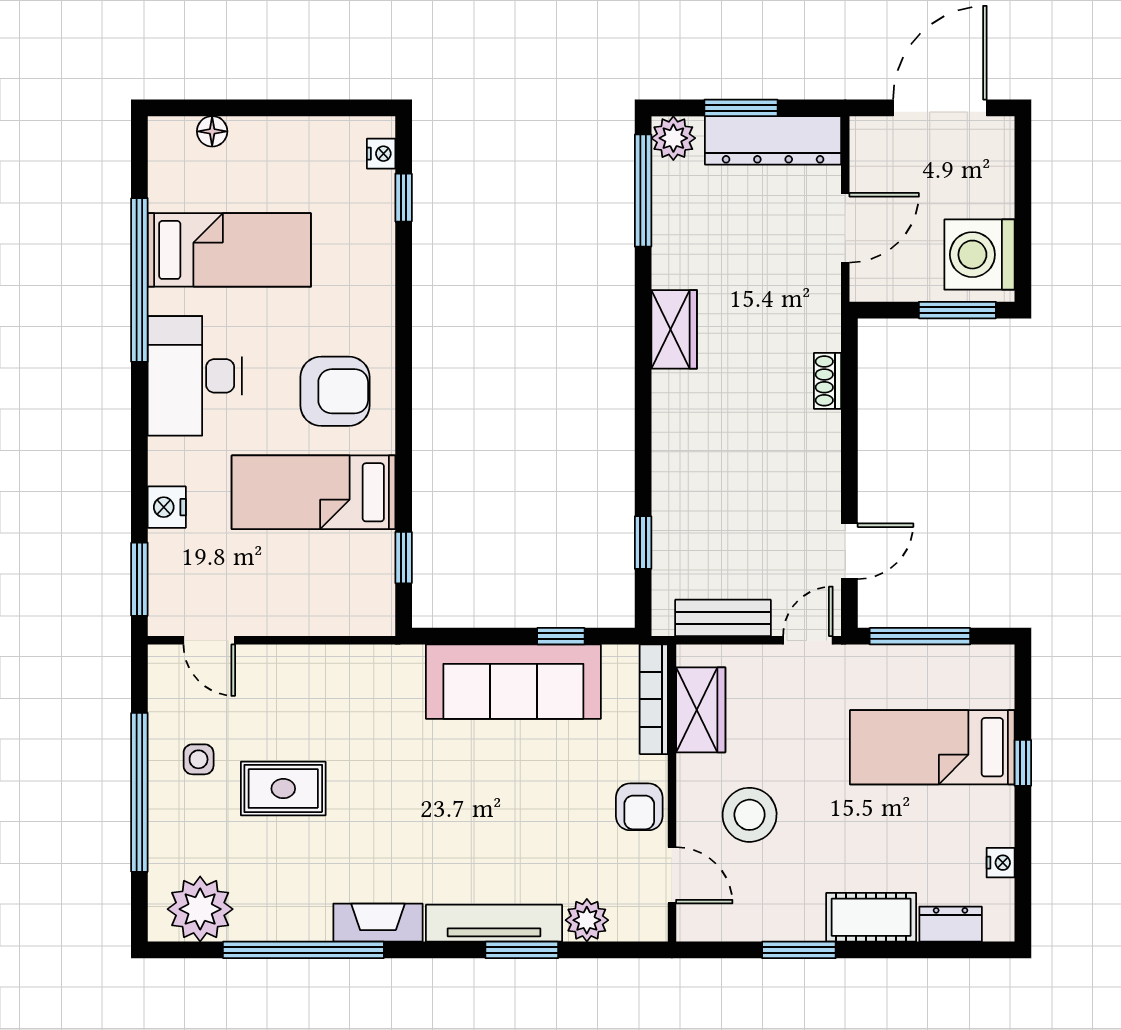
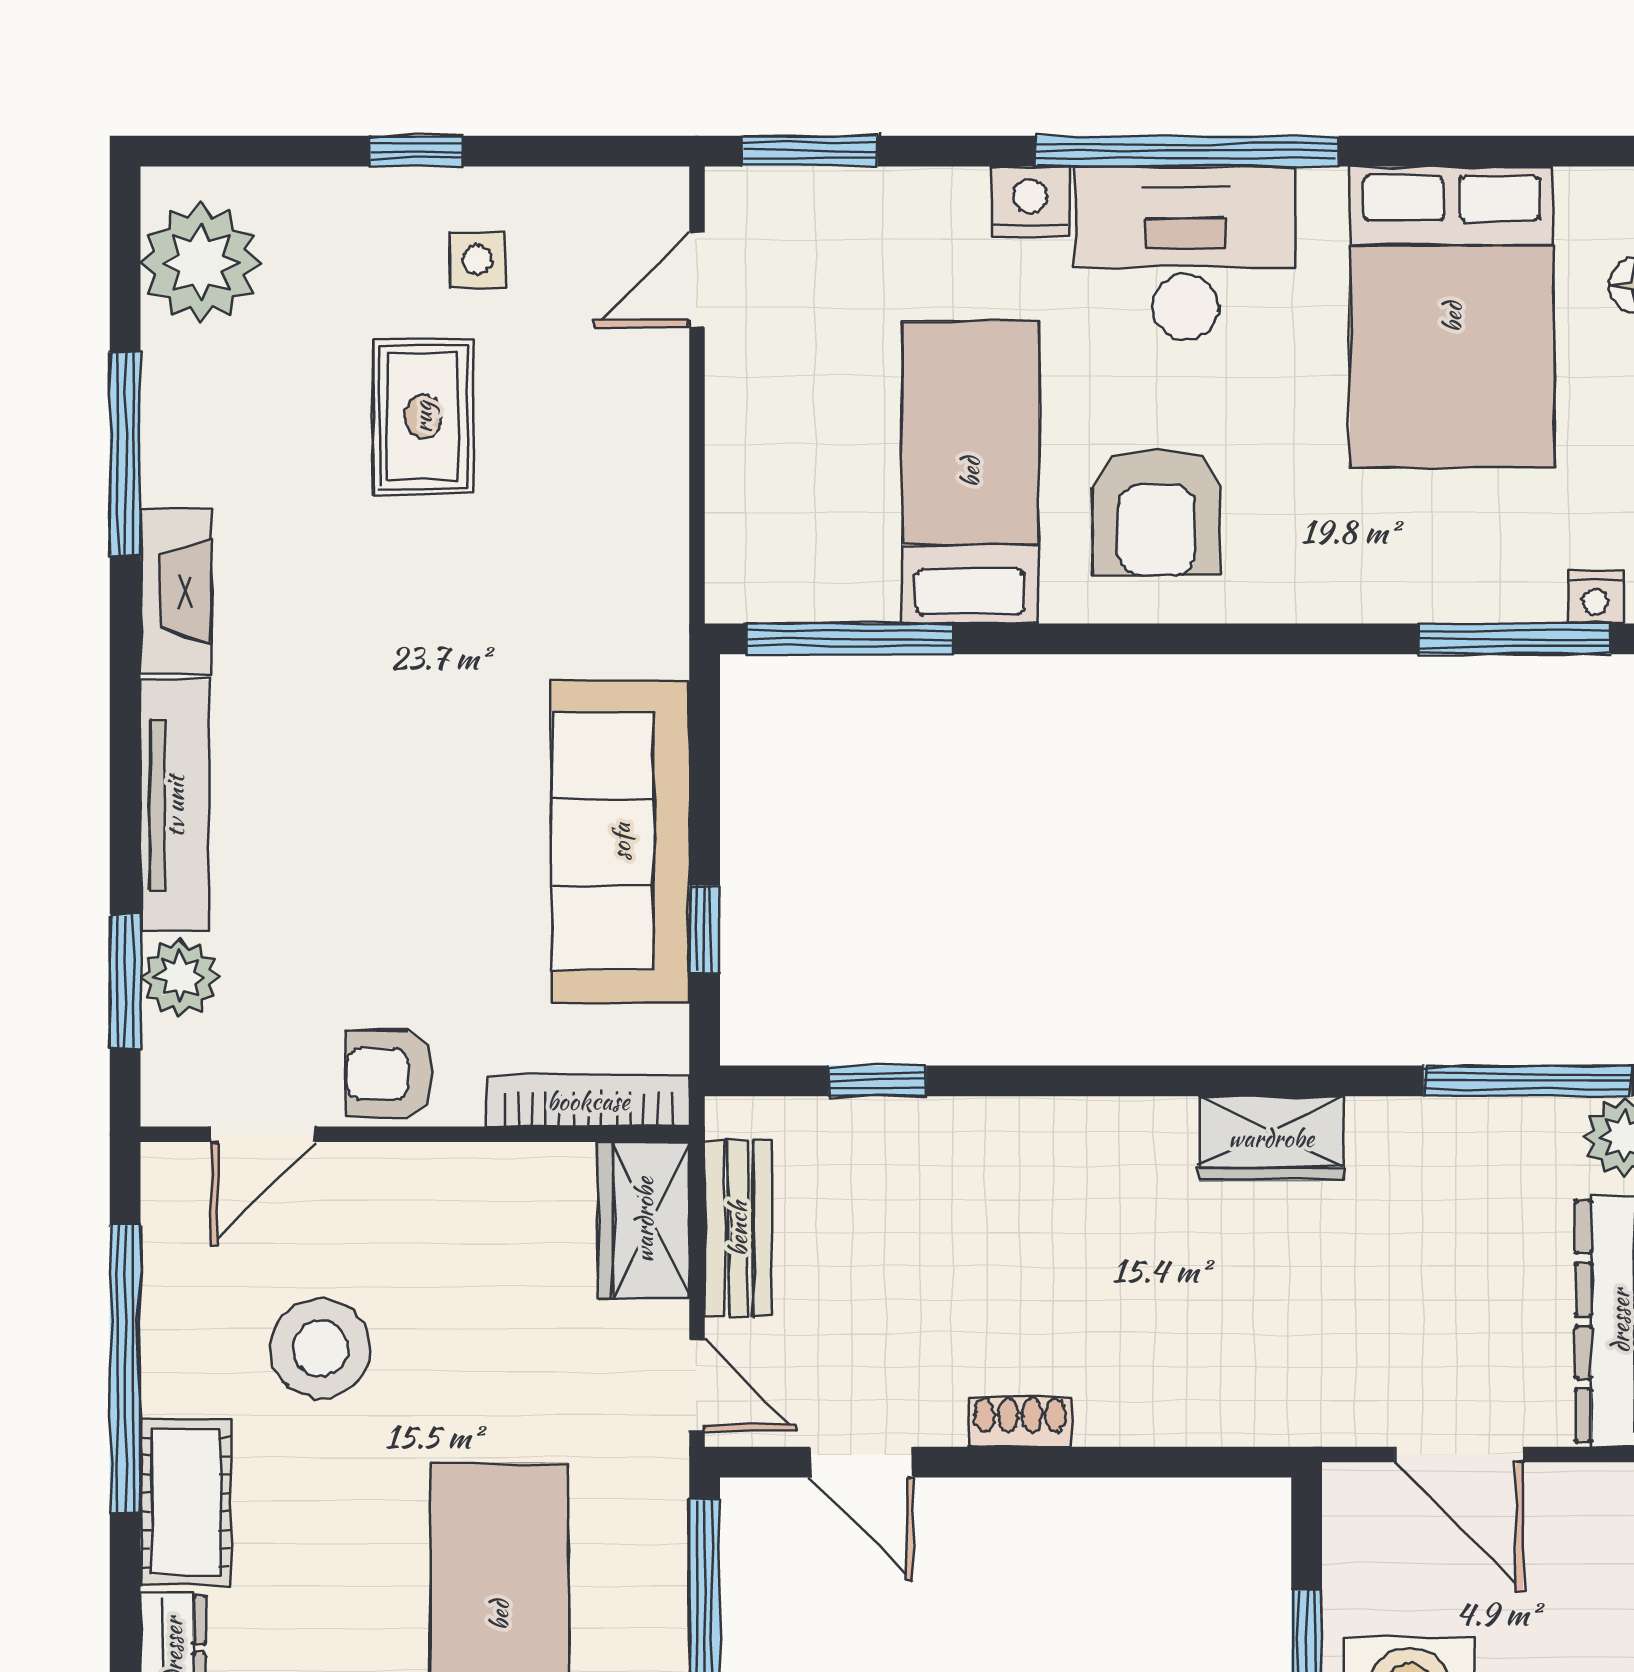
window: (404, 198) -> (1514, 639), width x2.17
bed: (229, 250) -> (1452, 317), width x1.50
window: (139, 280) -> (1187, 151), moved
shoe rack: (828, 381) -> (1020, 1422), moved
nightstand: (167, 507) -> (1030, 201), moved
window: (404, 558) -> (850, 639), width x2.17
wardrobe: (701, 710) -> (644, 1220), moved, turned 90
window: (139, 792) -> (416, 151), width x0.32
stool: (750, 815) -> (320, 1348), moved
window: (303, 950) -> (125, 454), width x0.68
window: (522, 950) -> (125, 982), moved
window: (799, 950) -> (125, 1369), width x2.11

